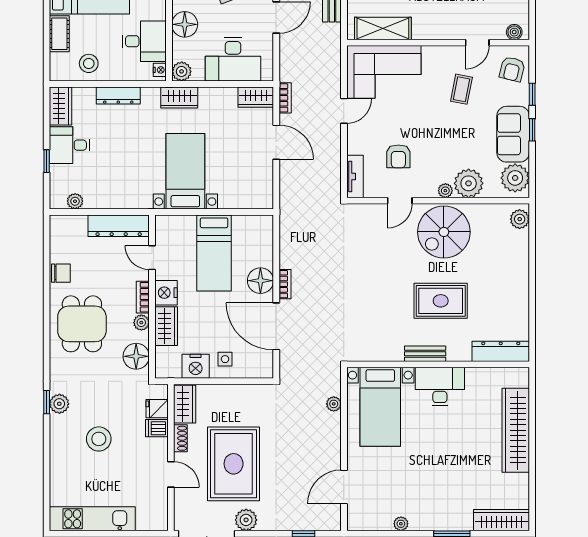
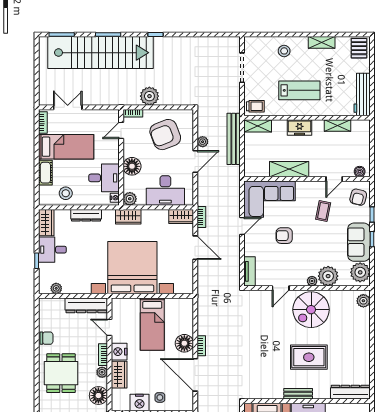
shelving: (383, 29) -> (289, 169), moved
armchair: (398, 156) -> (284, 236), moved, turned 90
bed with nightstands: (185, 171) -> (132, 268), width x1.85

